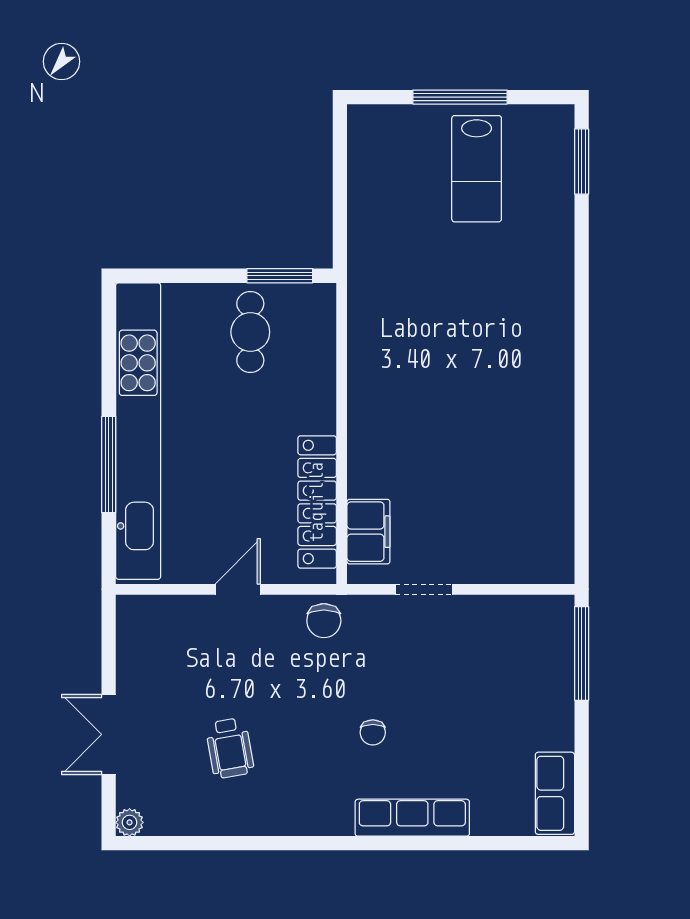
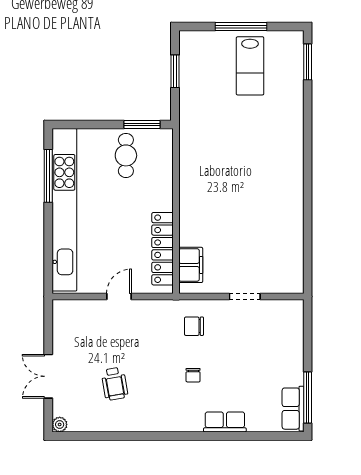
window: (340, 179) -> (175, 71), added
window: (109, 464) -> (48, 176), moved
doorway: (424, 589) -> (245, 297), moved
chair: (324, 621) -> (194, 326), moved, turned 90
window: (582, 654) -> (308, 397), moved
row of seats: (412, 818) -> (225, 422), width x0.68

